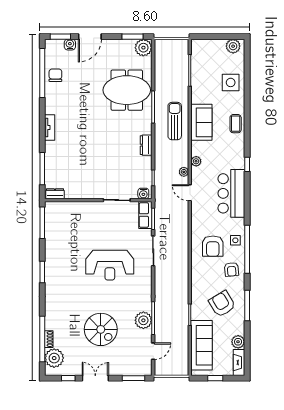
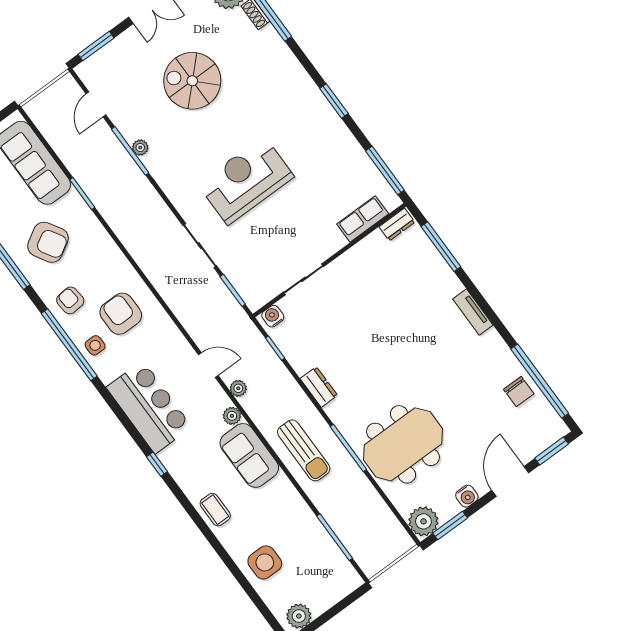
water cooler: (70, 45) -> (467, 496), moved
sofa: (201, 122) -> (249, 455), moved
row of seats: (145, 215) -> (363, 219), moved, turned -90
plant: (143, 320) -> (140, 147), width x0.53, depth x0.53

